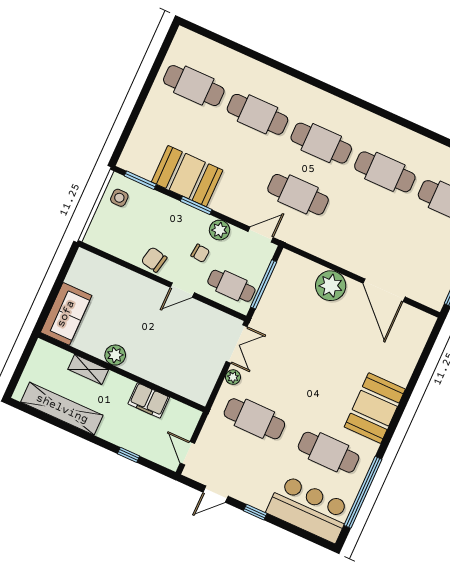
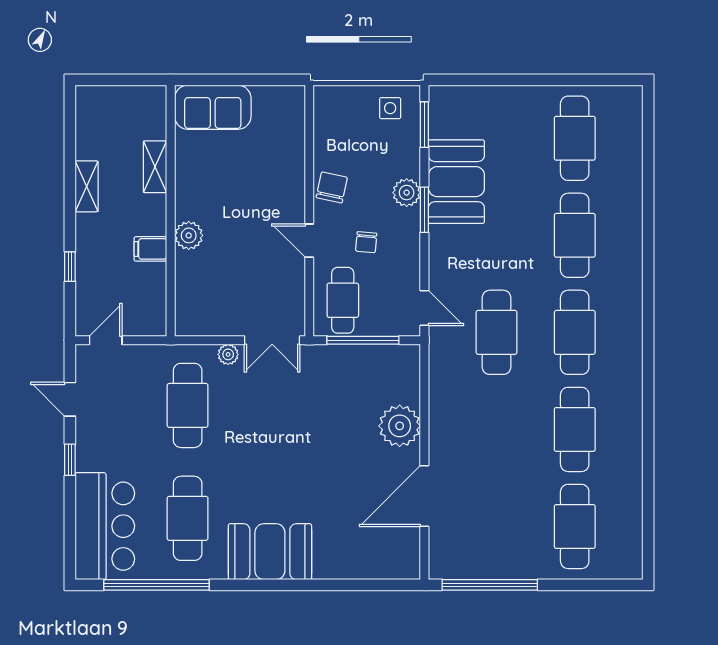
plant: (219, 230) -> (407, 193), moved
plant: (115, 355) -> (189, 235), moved
filing cabinet: (149, 400) -> (150, 249), width x0.50
shelving: (62, 409) -> (87, 186), width x0.45, depth x0.75

